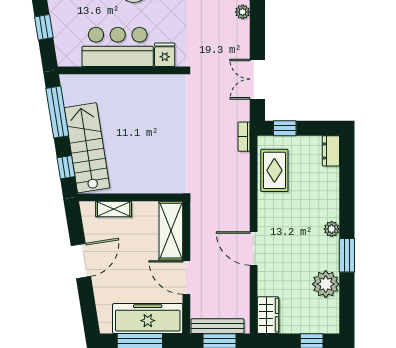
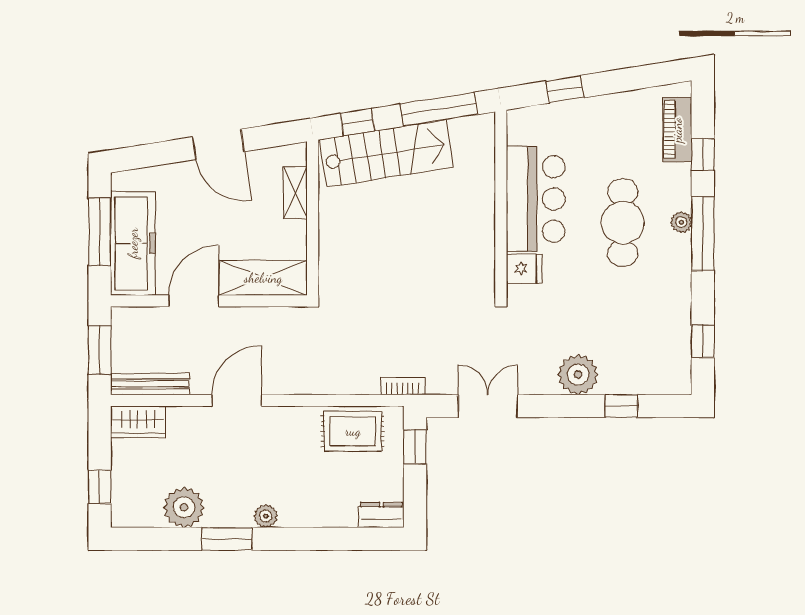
plant: (243, 12) -> (578, 375), width x1.87, depth x1.87
bench: (218, 326) -> (150, 384), moved, turned 90

